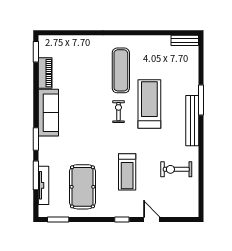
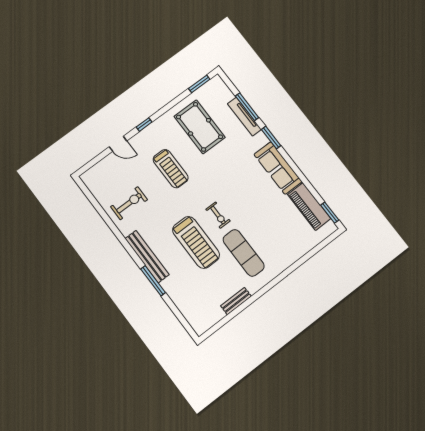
bench: (185, 40) -> (236, 301), moved
piano: (45, 73) -> (309, 207), width x1.37, depth x1.33
treadmill: (127, 172) -> (171, 169), turned 180
tv unit: (43, 185) -> (244, 117), moved

